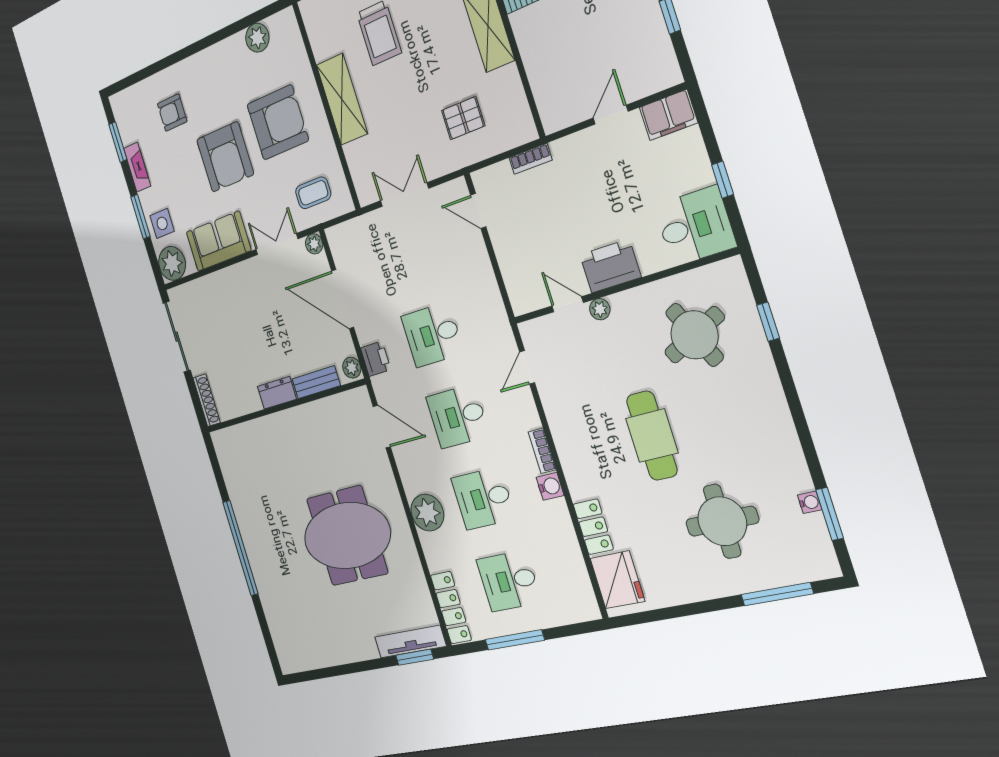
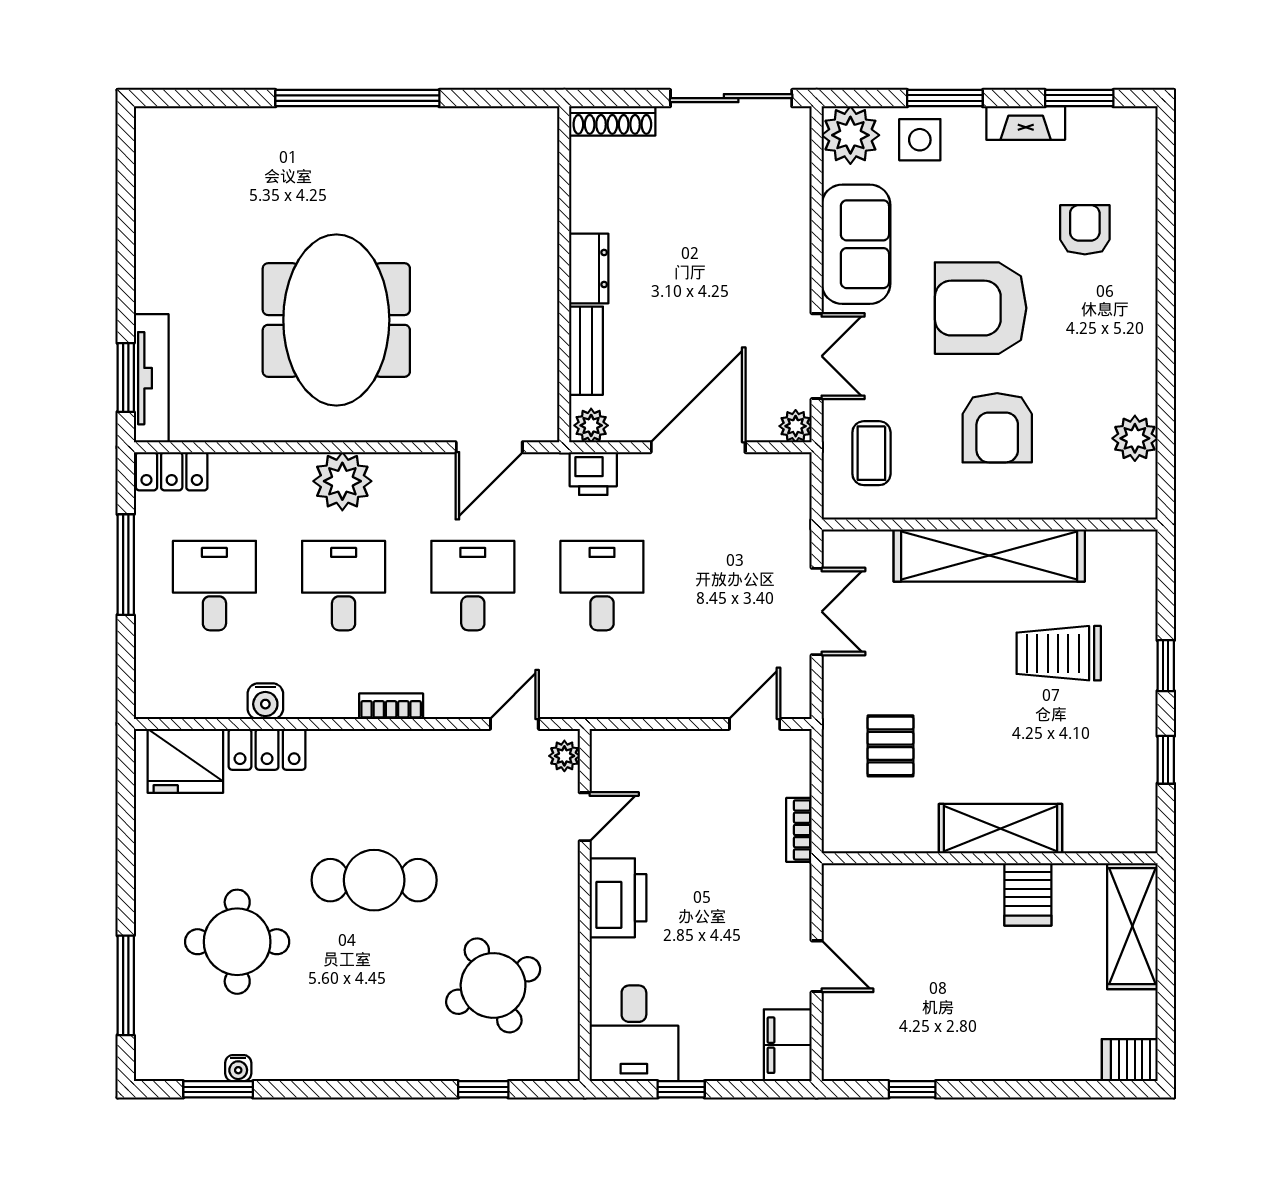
shelving: (342, 99) -> (989, 555), width x1.47
armchair: (278, 122) -> (997, 428), width x0.73, depth x0.73
plant: (600, 309) -> (564, 756), moved
door: (527, 367) -> (514, 724), hinge flipped
water cooler: (550, 486) -> (265, 701), moved
locker: (451, 608) -> (172, 471), width x0.66

